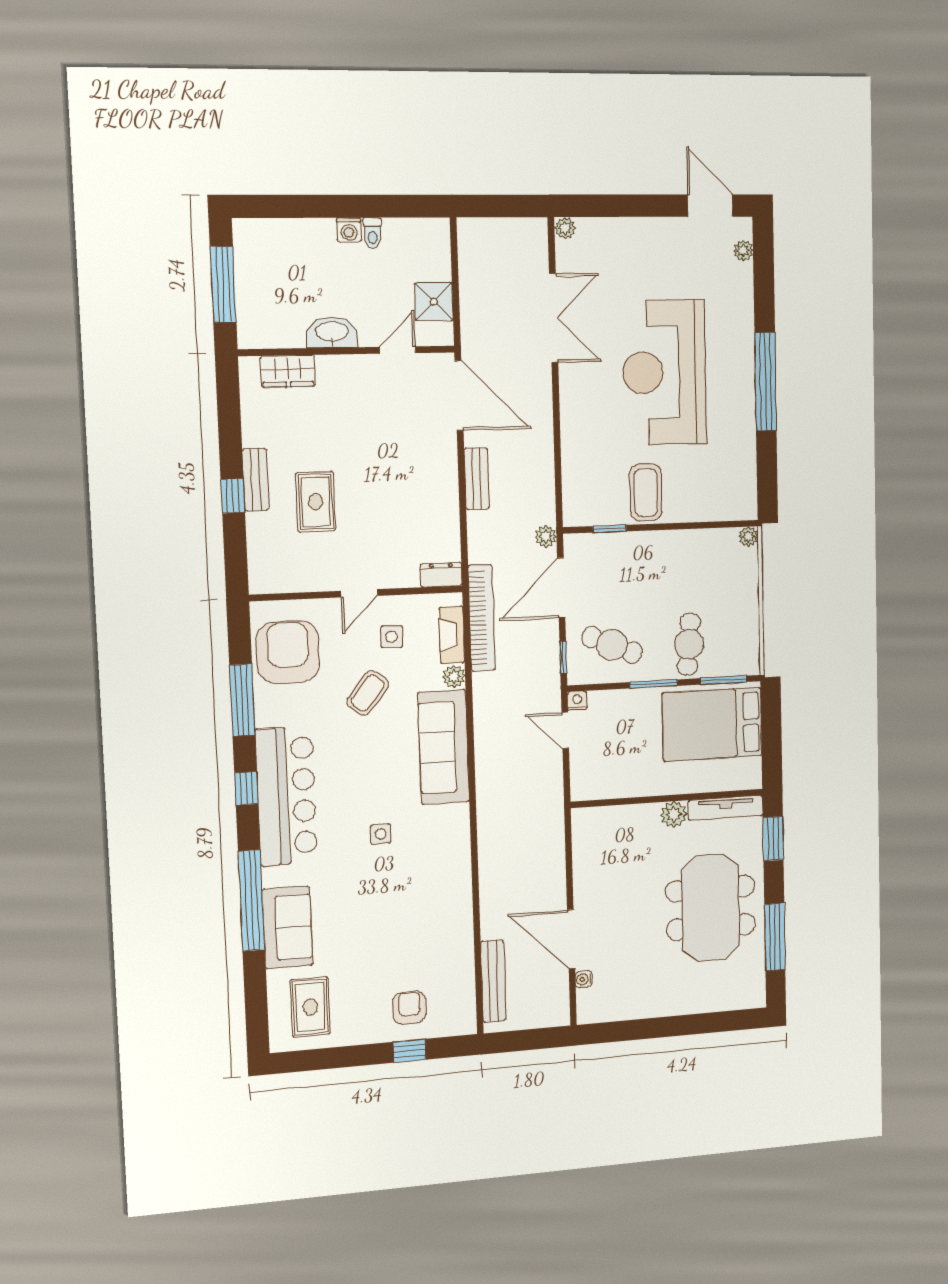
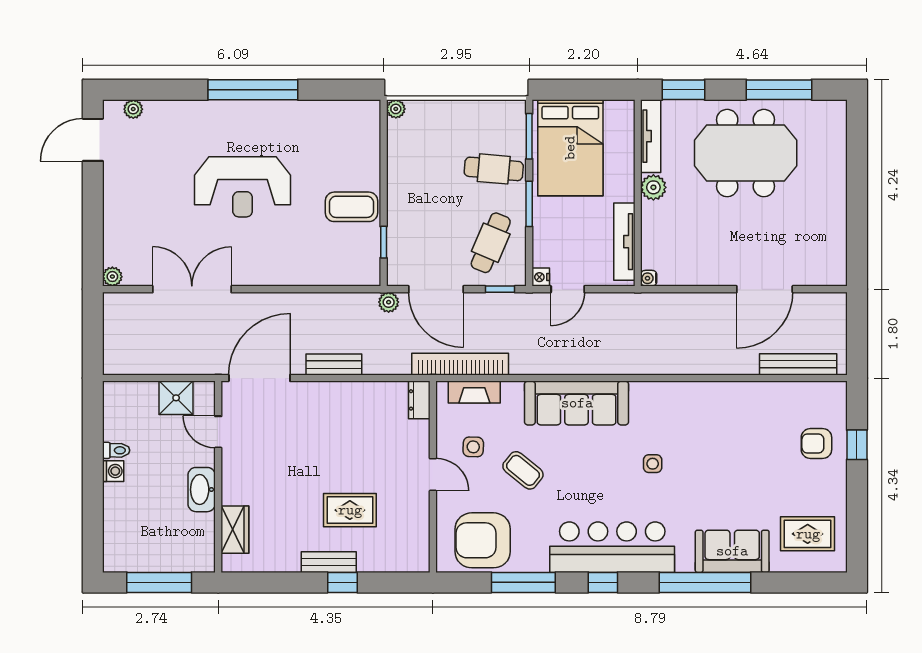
reception desk: (664, 372) -> (243, 187), width x0.74, depth x0.77
plant: (454, 677) -> (512, 391), removed
tv unit: (617, 788) -> (624, 242), added
water cooler: (584, 979) -> (649, 278), moved, turned 90

